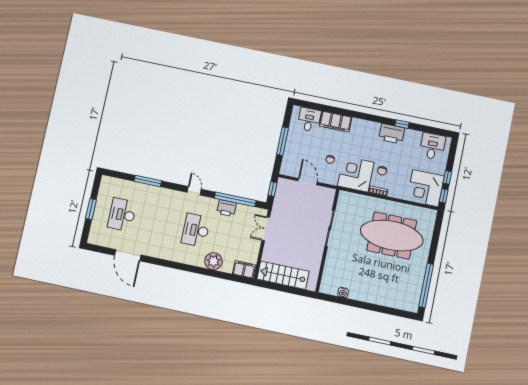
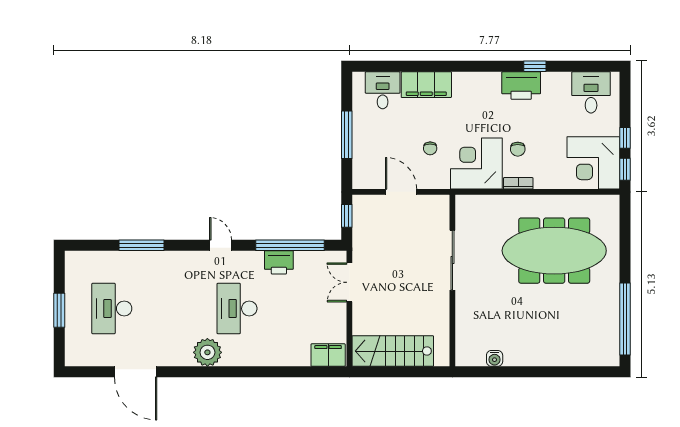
plant: (213, 261) -> (207, 352), moved

